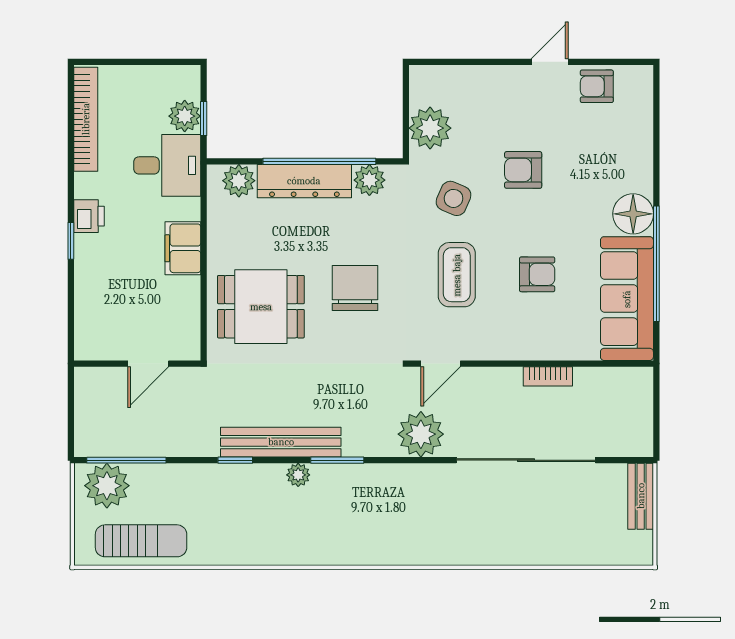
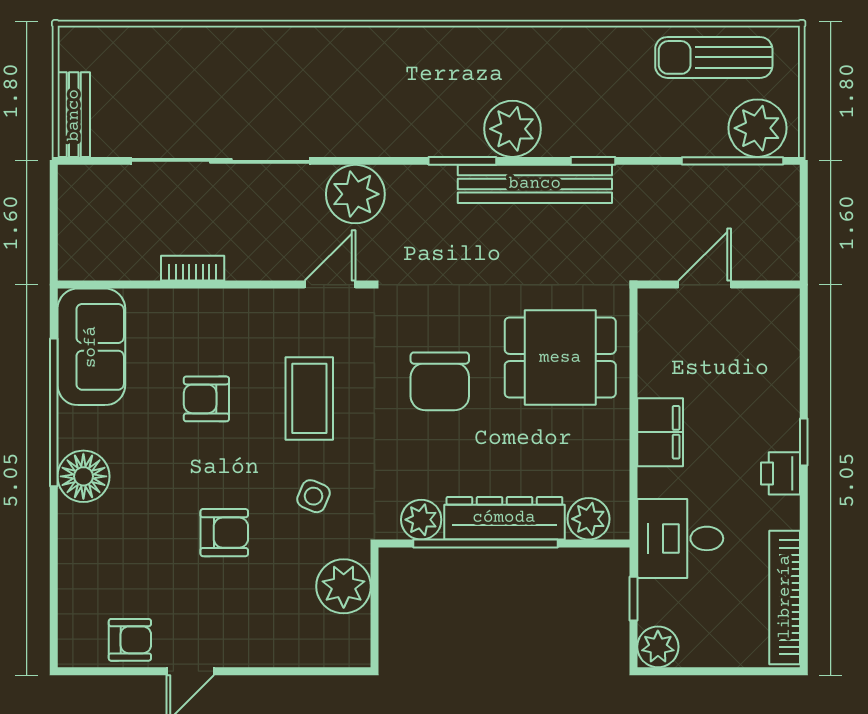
plant: (185, 116) -> (658, 647), moved
side table: (454, 198) -> (314, 496), width x0.73, depth x0.73
sofa: (627, 299) -> (91, 347), width x0.73
plant: (298, 475) -> (512, 129), width x1.88, depth x1.88

